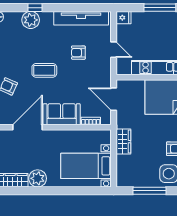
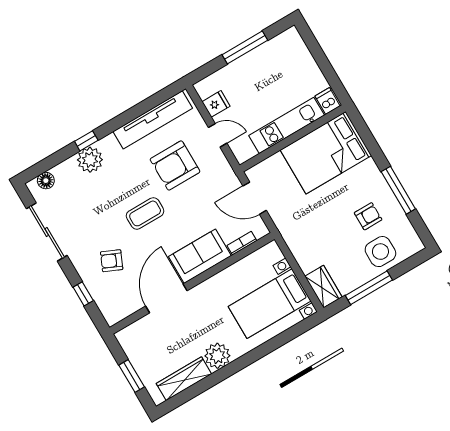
fridge: (123, 18) -> (216, 104), moved
armchair: (78, 53) -> (175, 165), width x1.88, depth x1.88
wardrobe: (123, 142) -> (323, 287), moved

